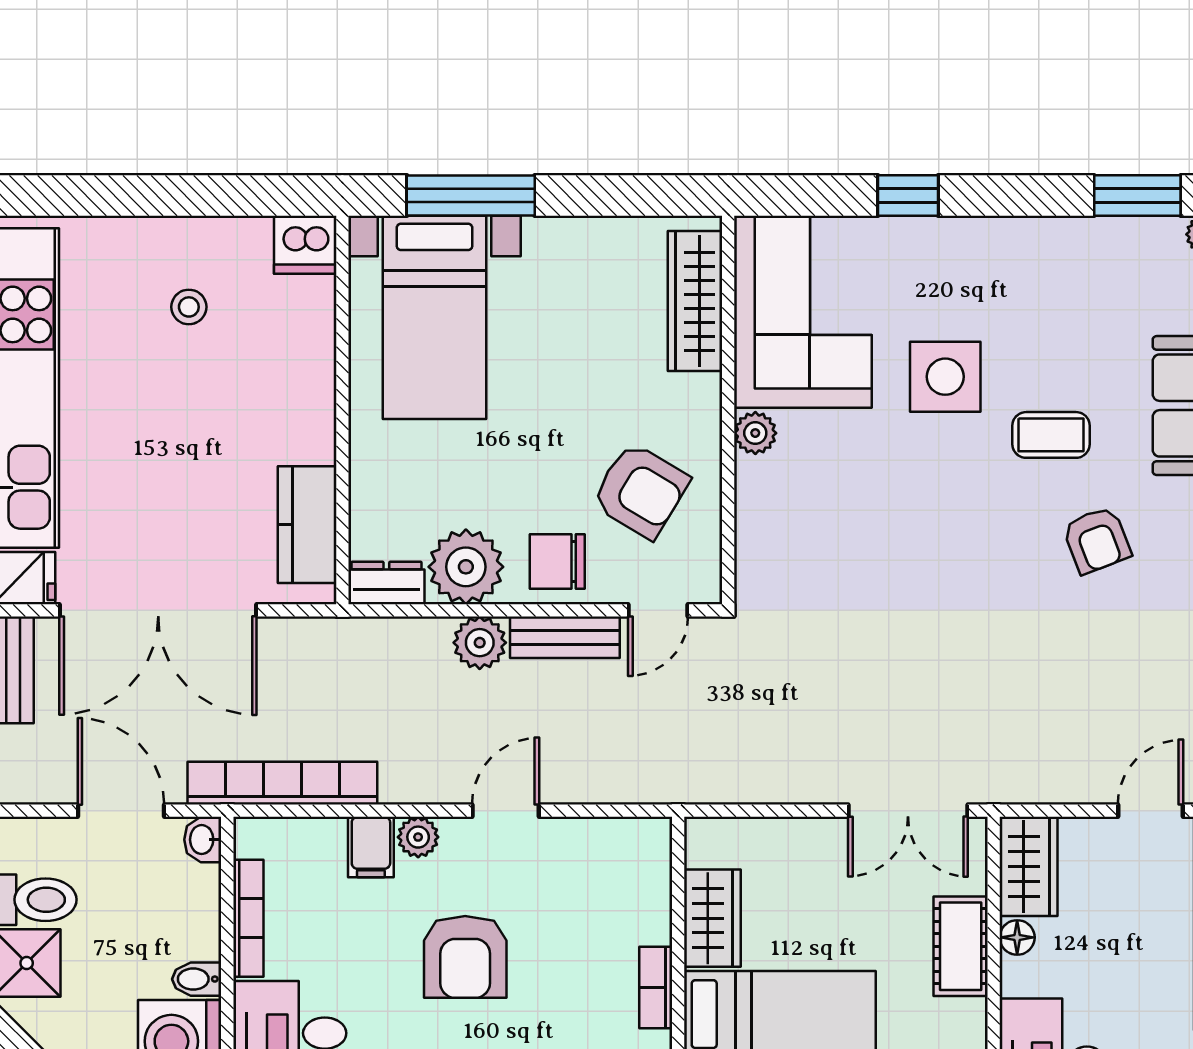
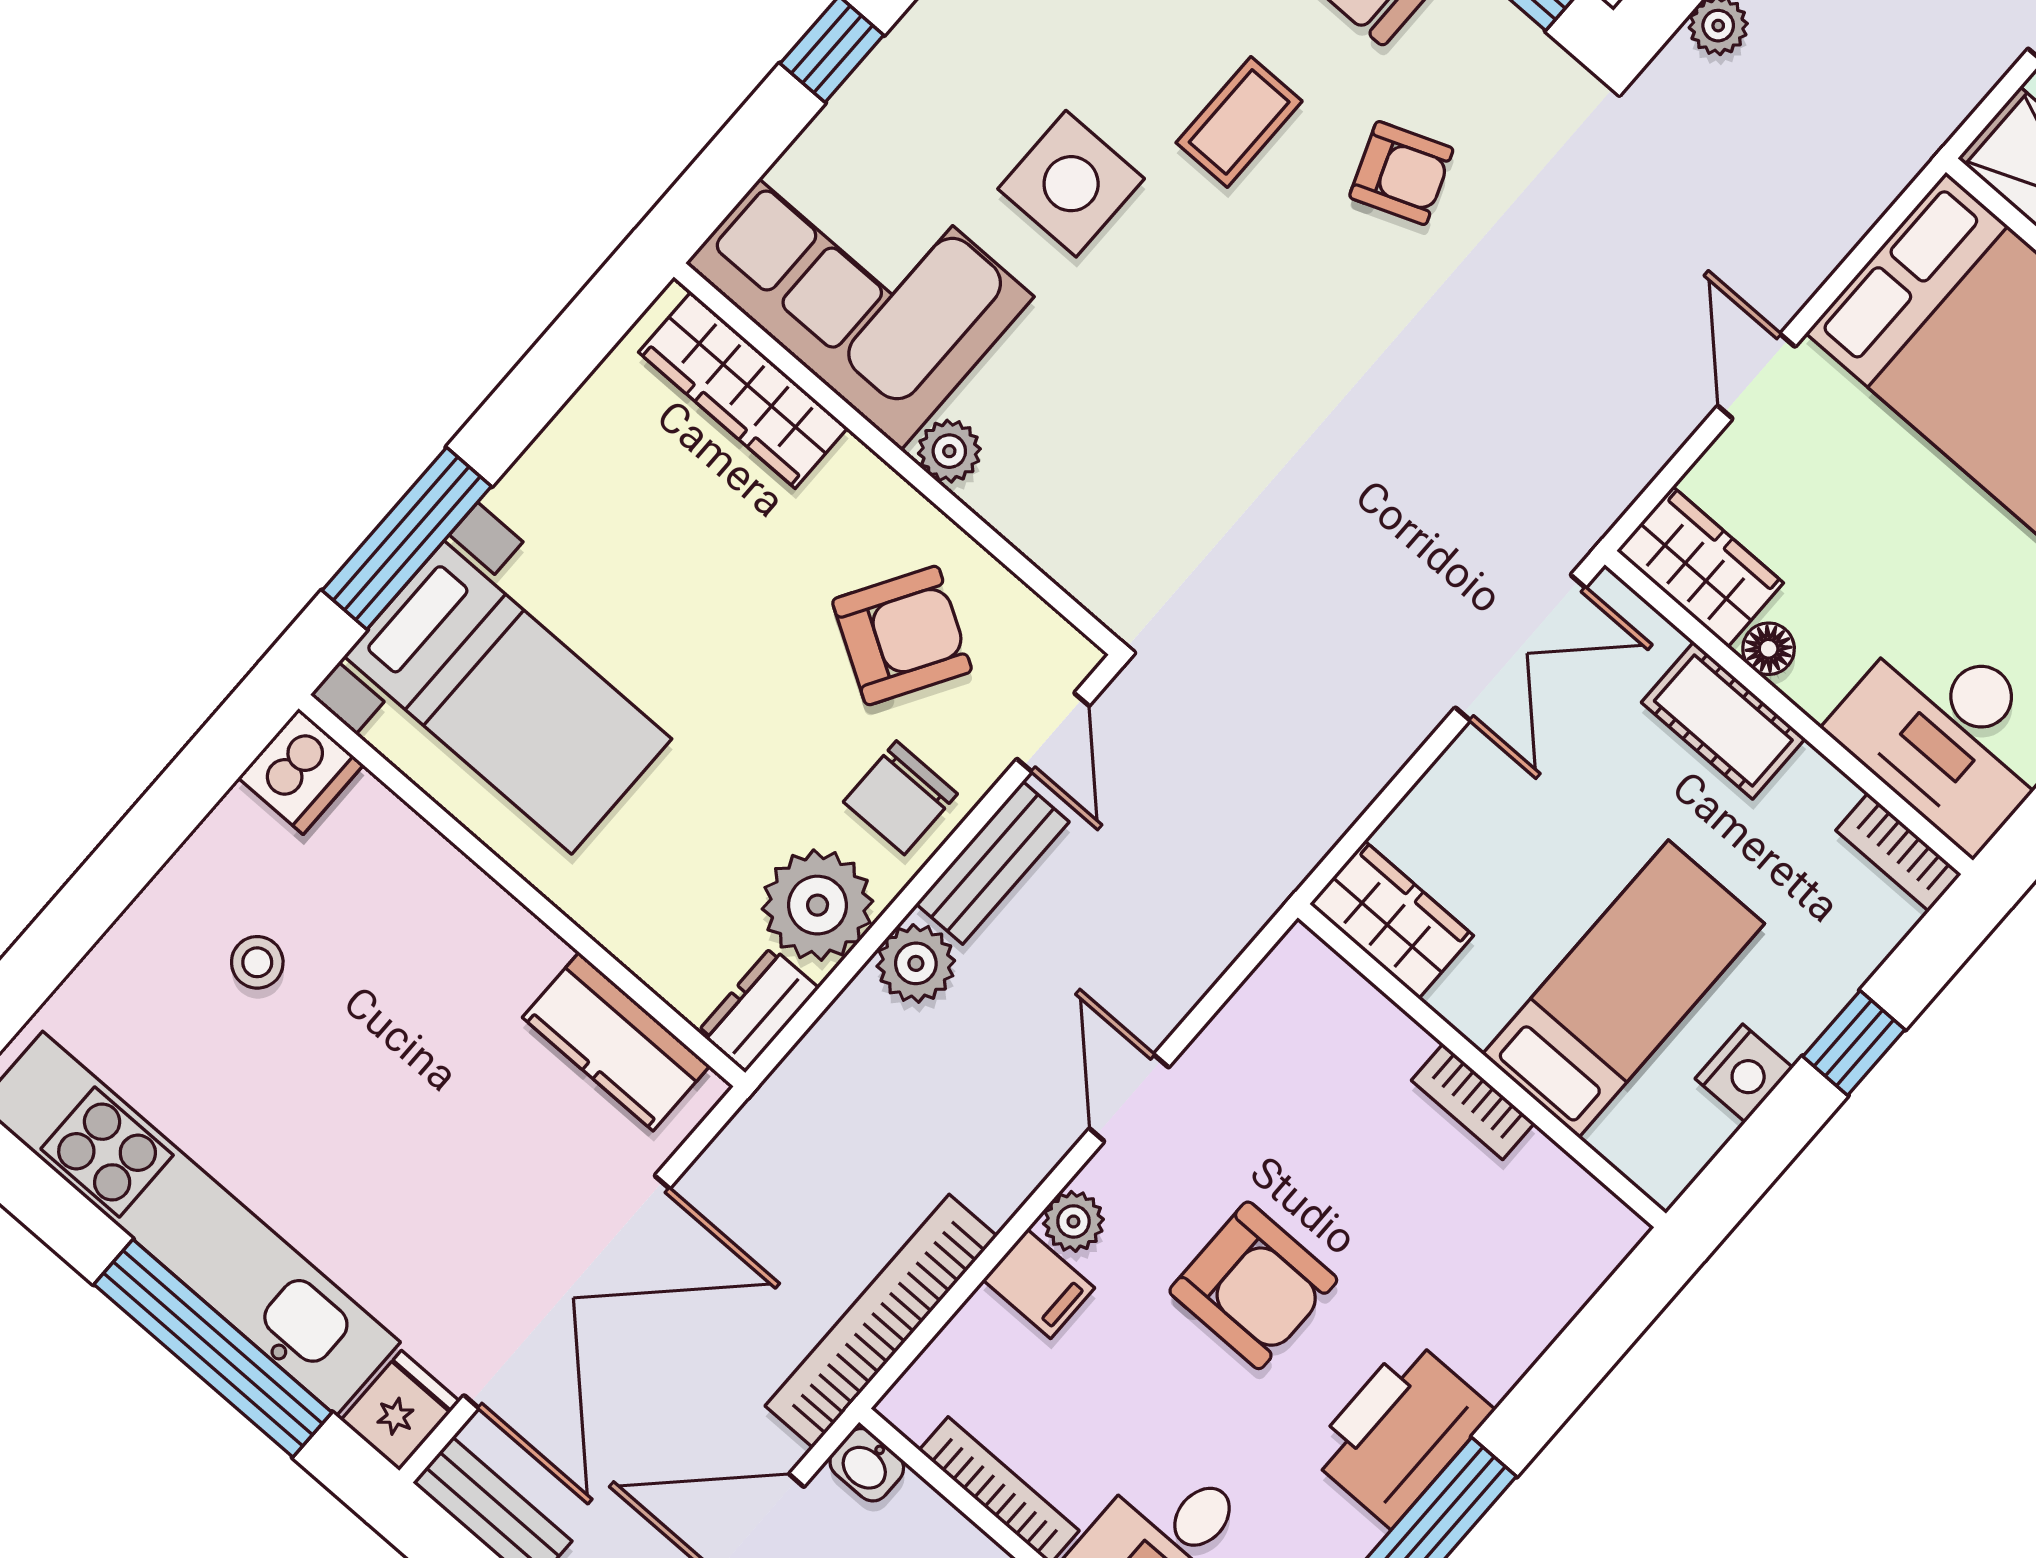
wardrobe: (712, 918) -> (1392, 920), moved

